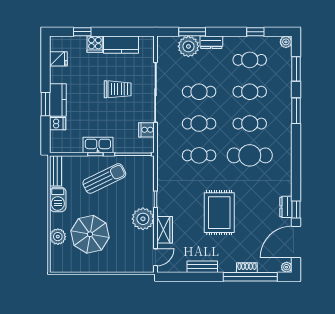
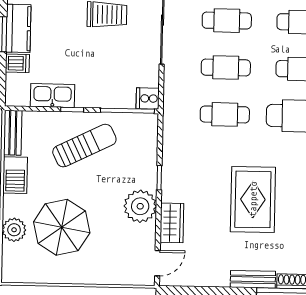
cooker: (146, 130) -> (148, 98), moved
kitchen sink: (98, 145) -> (53, 96), moved
bench: (202, 267) -> (253, 279), moved

